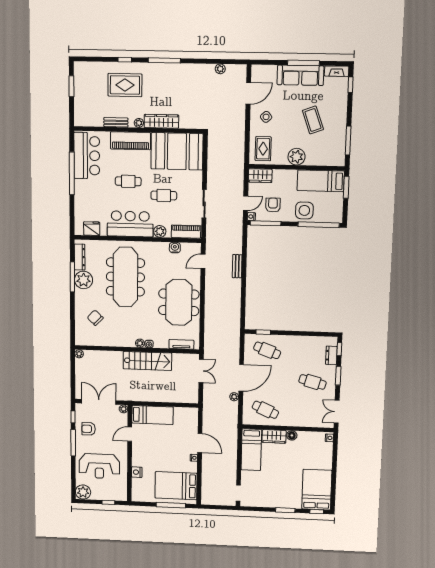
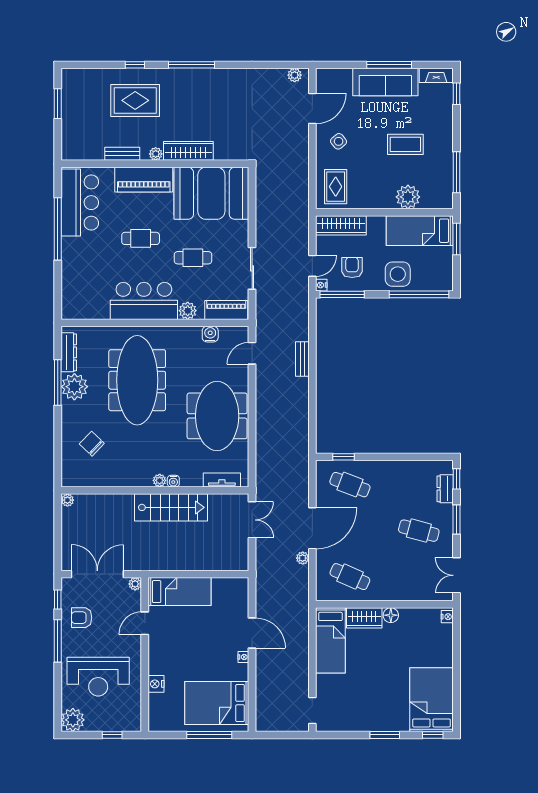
plant: (220, 69) -> (295, 75), moved
coffee table: (313, 120) -> (405, 144), turned -70
plant: (297, 157) -> (408, 197), moved
wardrobe: (260, 176) -> (341, 225), width x1.50
fridge: (92, 229) -> (87, 309), removed

